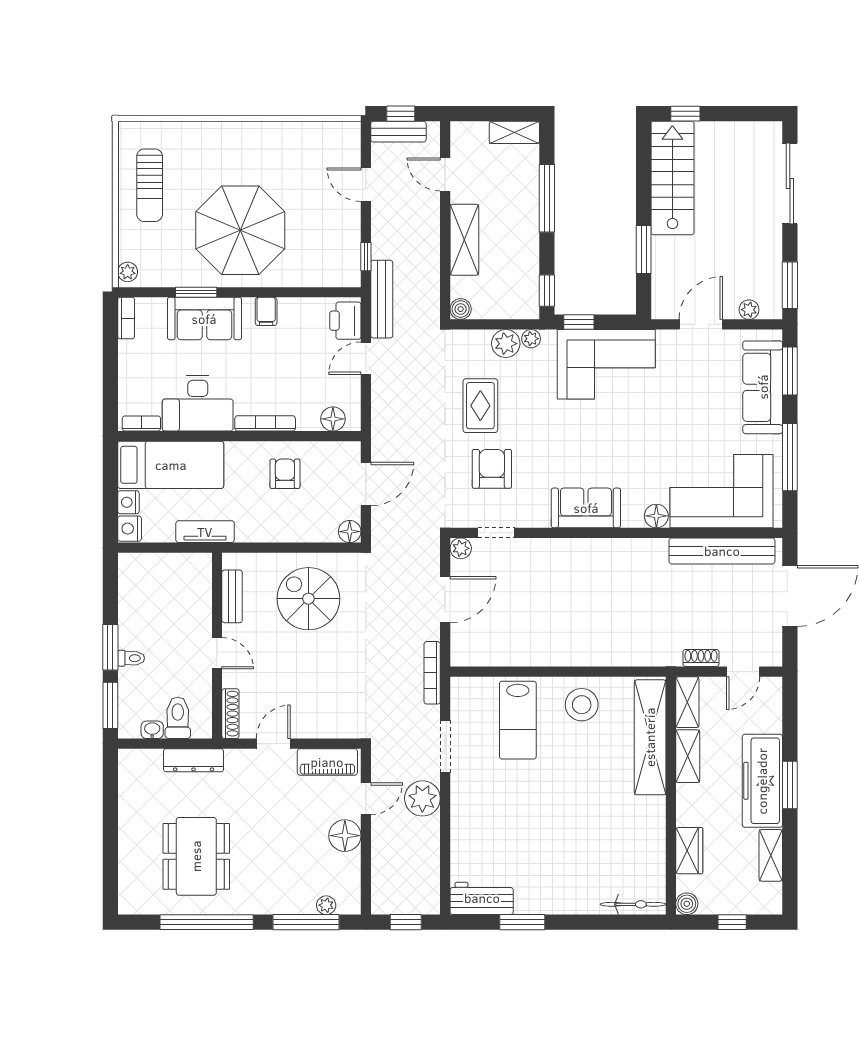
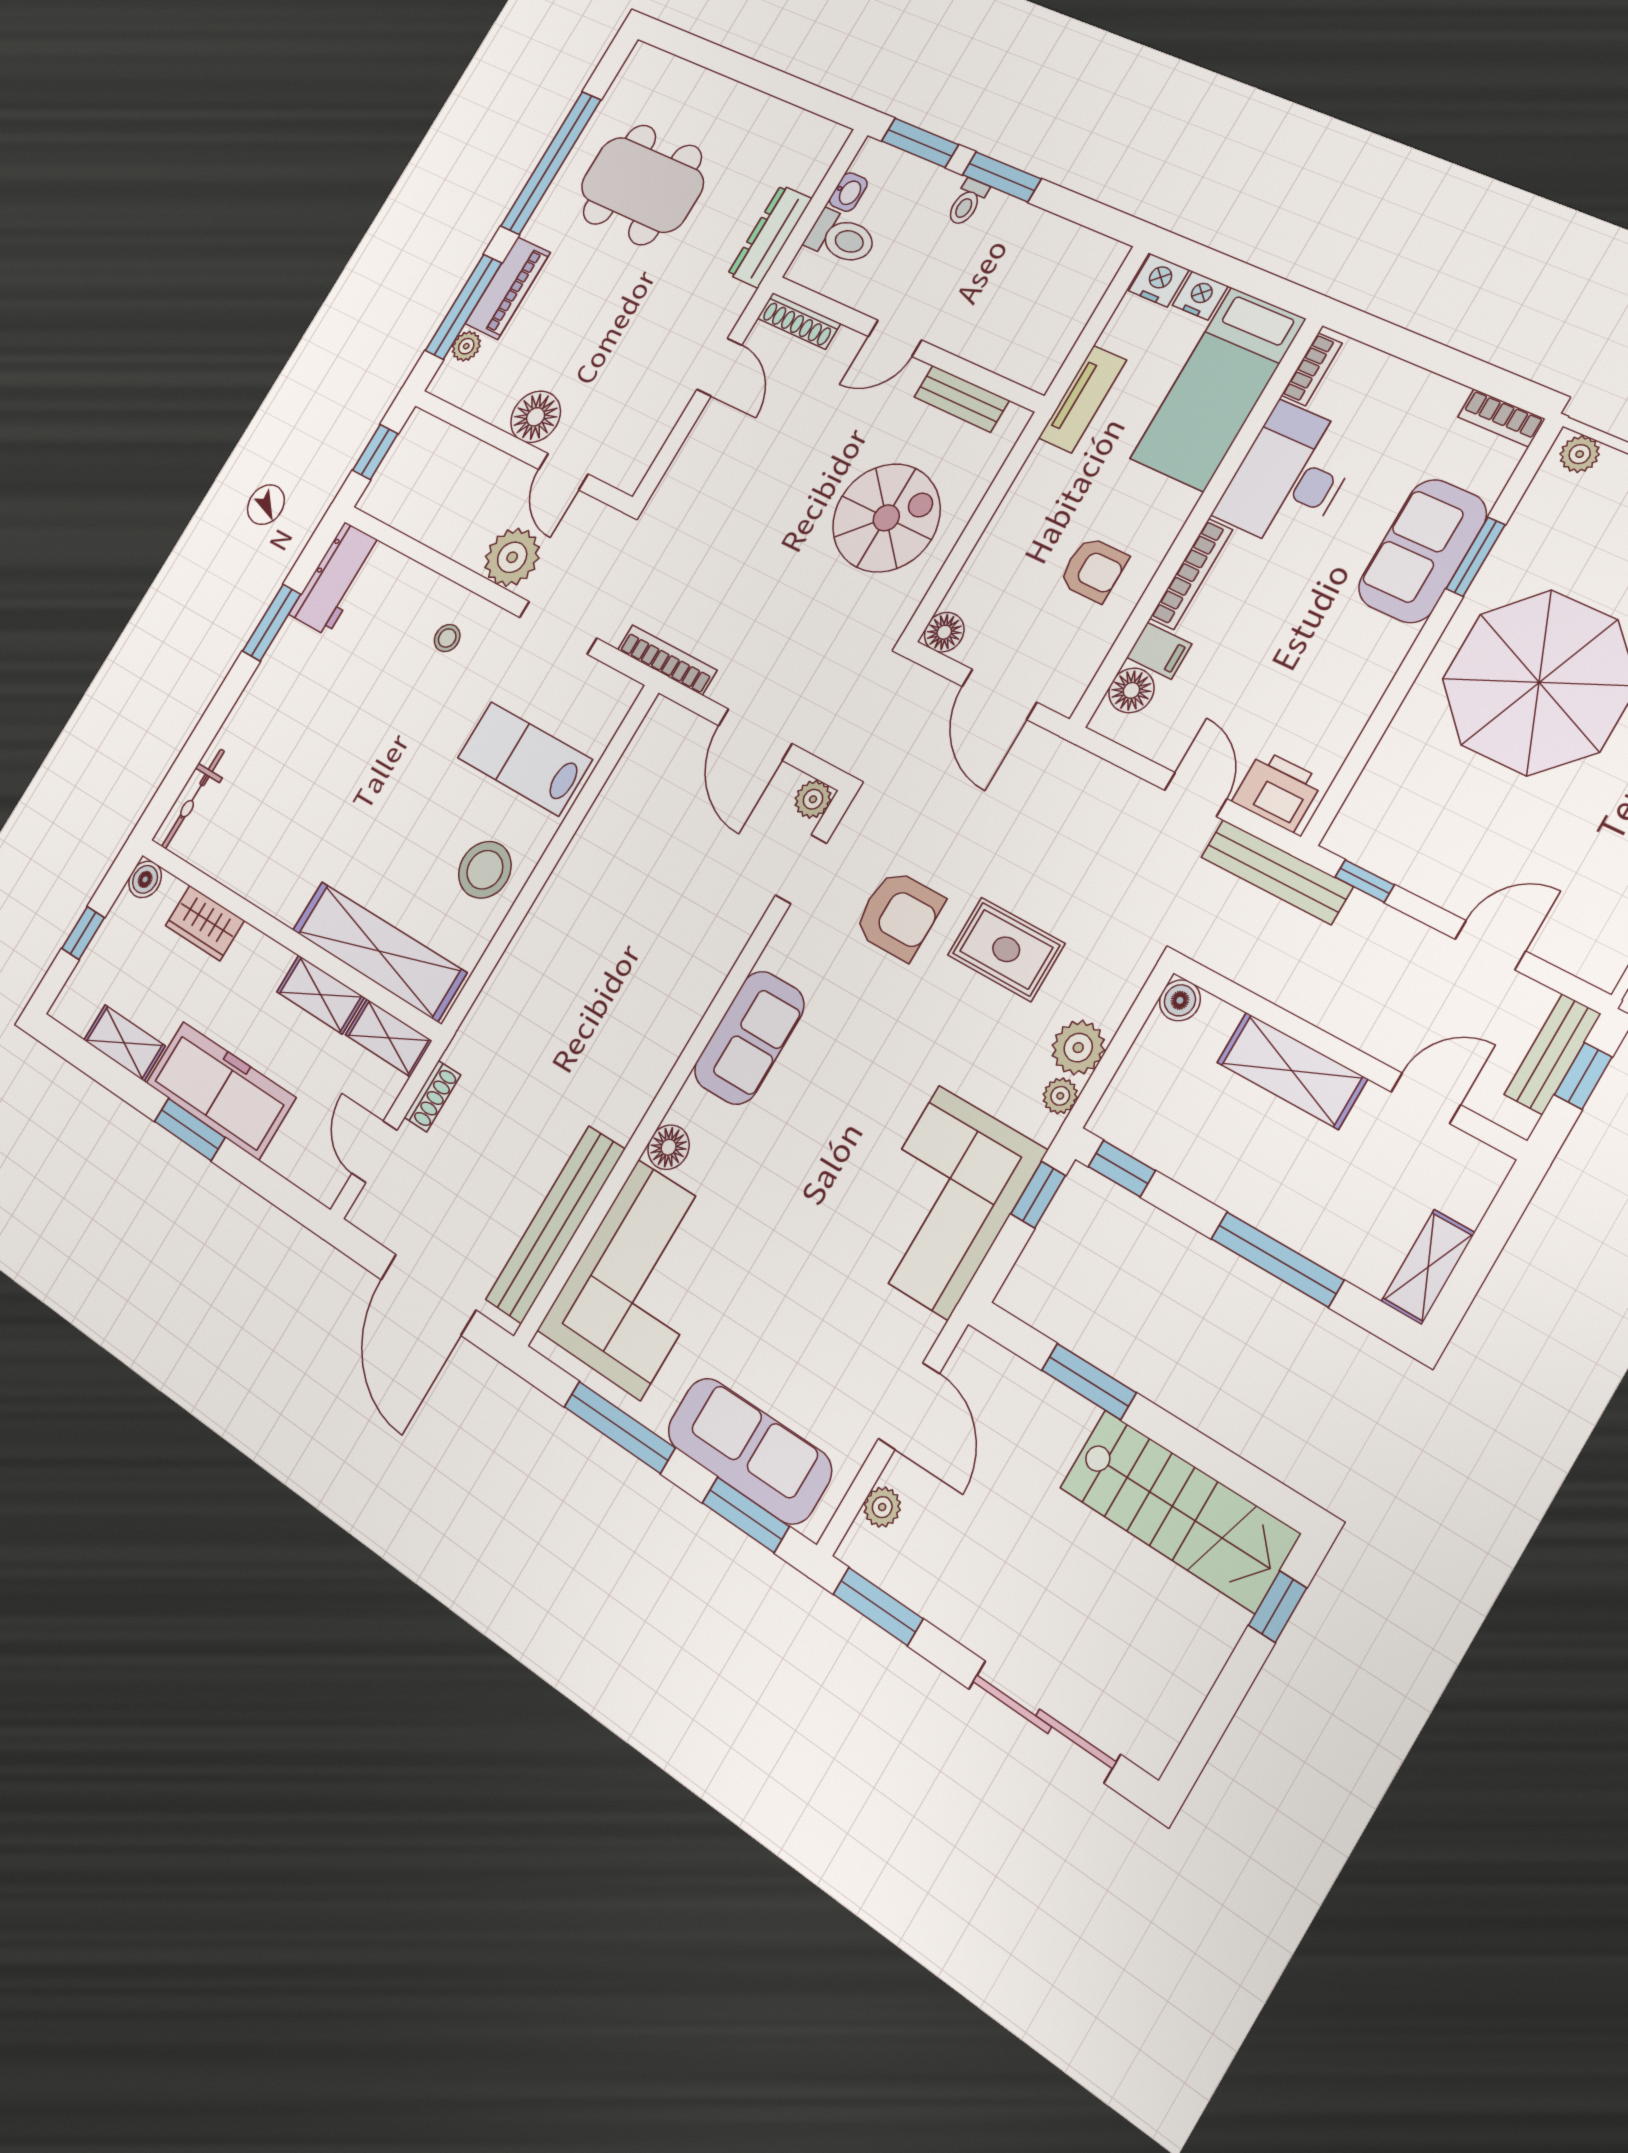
filing cabinet: (266, 311) -> (1159, 651), moved, turned 180
piano: (327, 762) -> (508, 288), moved, turned 180
stool: (480, 808) -> (447, 638), added

